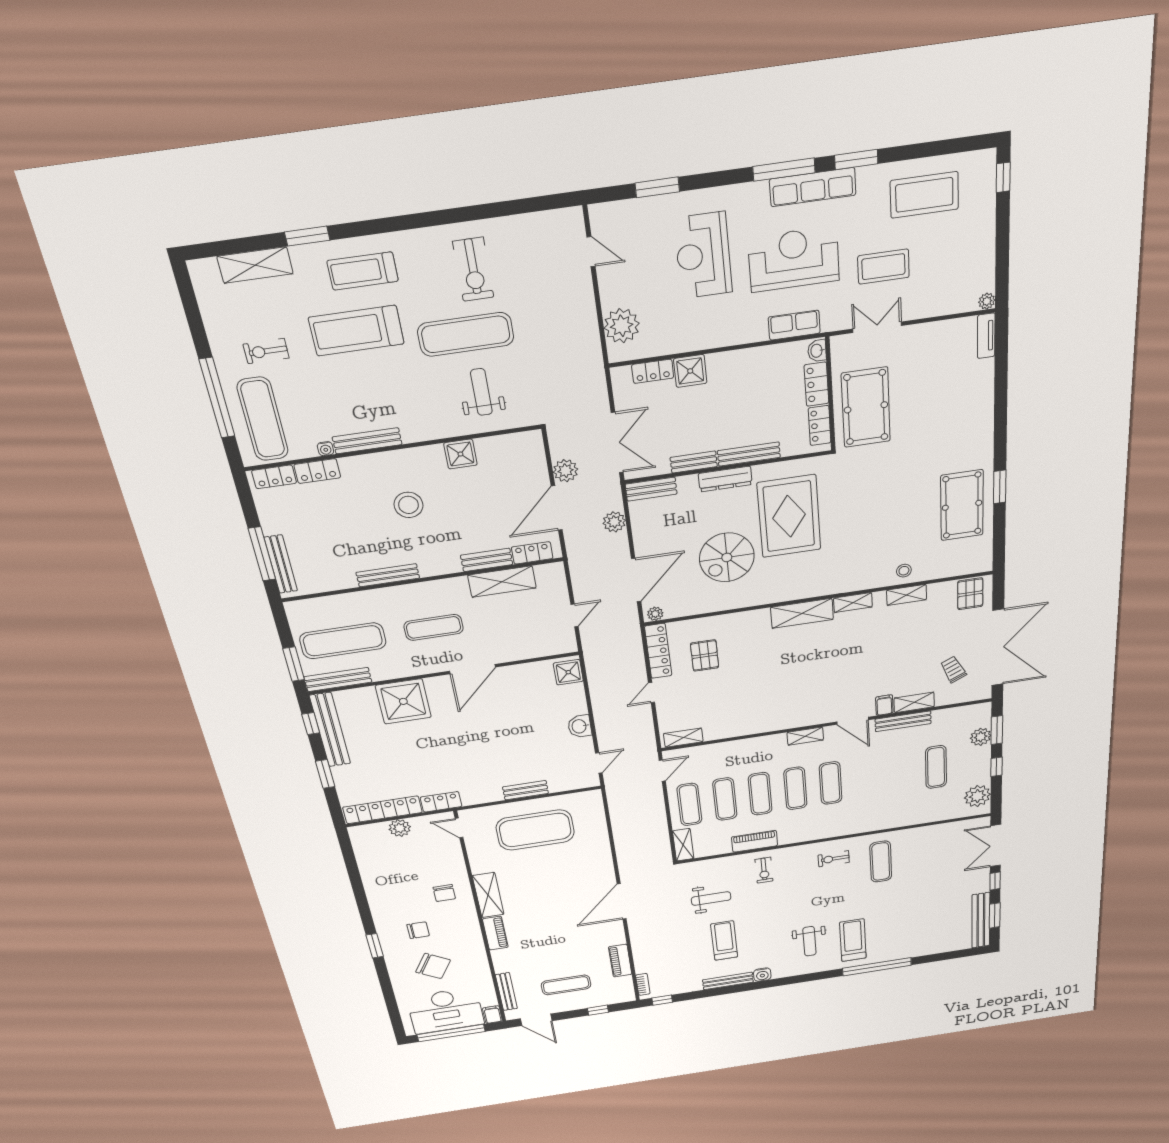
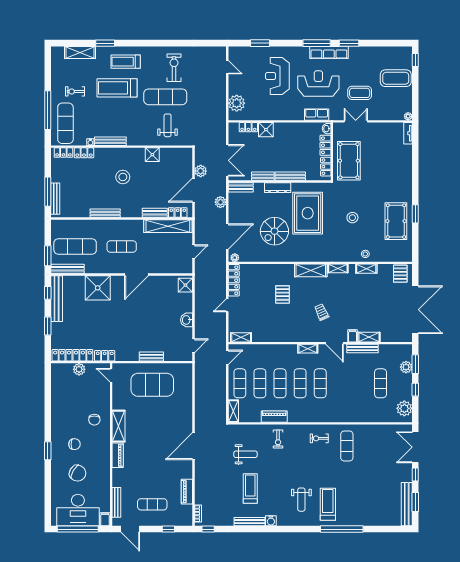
coffee table: (924, 195) -> (396, 78), moved
exercise bike: (473, 269) -> (174, 68), turned 180
stool: (877, 511) -> (352, 218), added
shelving: (502, 582) -> (168, 226), width x1.47
pallet: (705, 655) -> (283, 294), moved
trolley: (953, 669) -> (322, 312), moved

